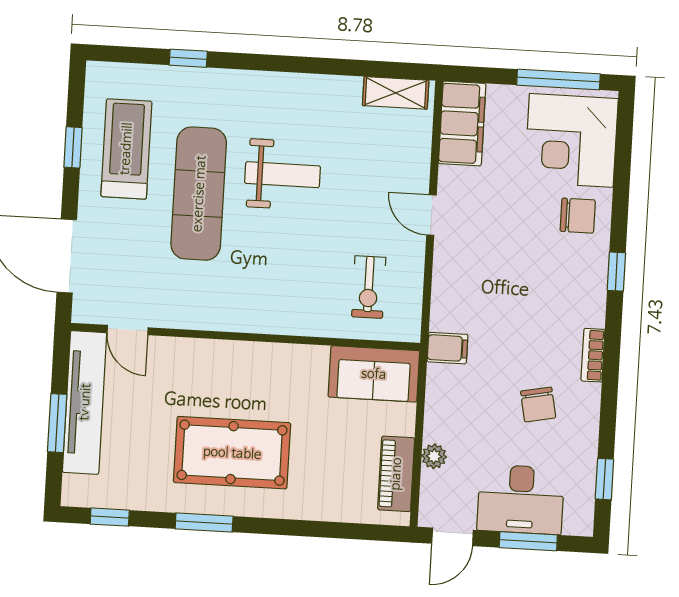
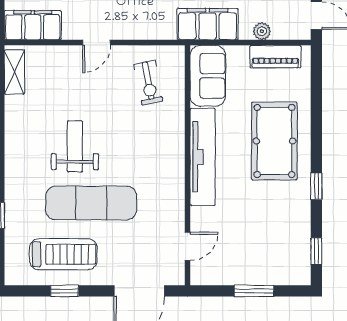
treadmill: (126, 149) -> (63, 254), turned 180
exercise bike: (369, 287) -> (148, 83), turned 79
filing cabinet: (447, 348) -> (208, 24), width x3.00, depth x1.17
tv unit: (85, 402) -> (203, 157), moved, turned 90
pool table: (232, 453) -> (274, 141), moved
window: (204, 523) -> (316, 186), width x0.67

